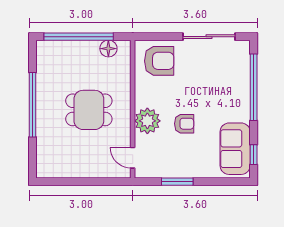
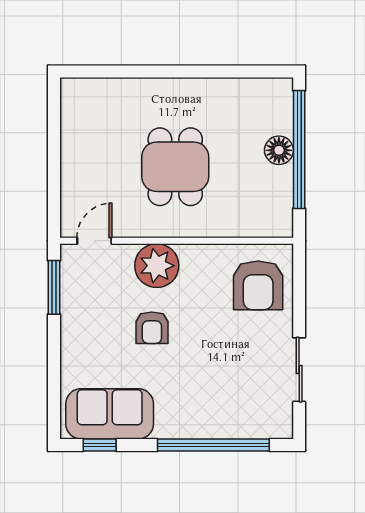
sliding door: (209, 37) -> (299, 370), width x0.73
floor lamp: (108, 49) -> (279, 150), moved
window: (33, 105) -> (184, 72), removed
window: (177, 182) -> (54, 287), moved

